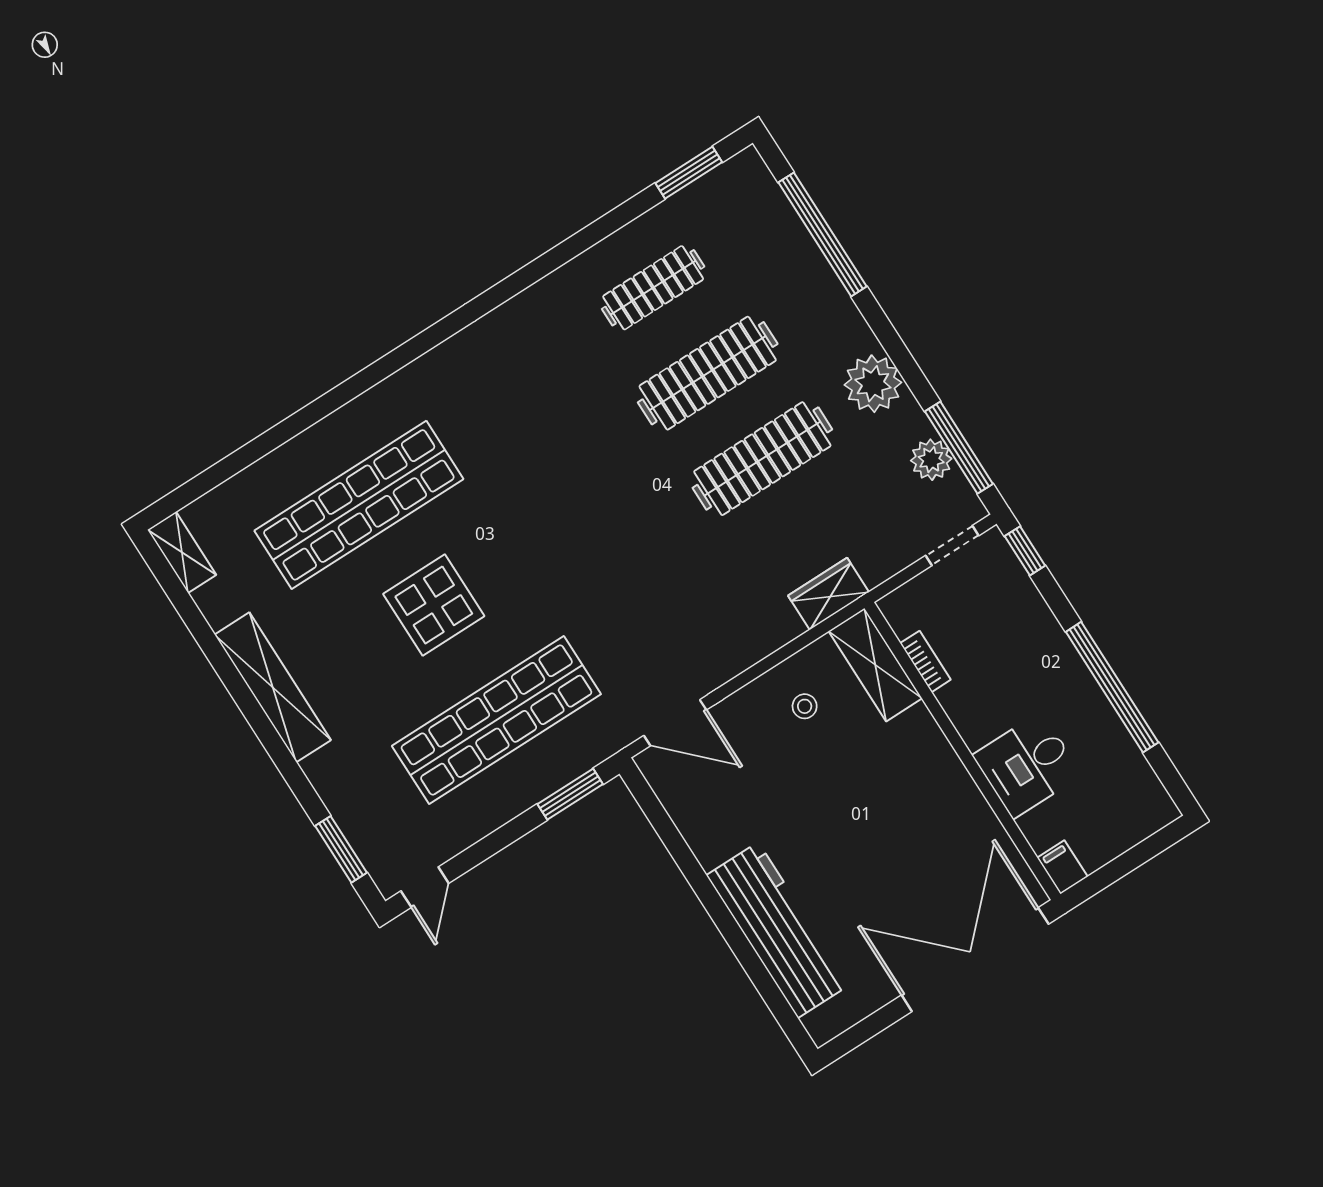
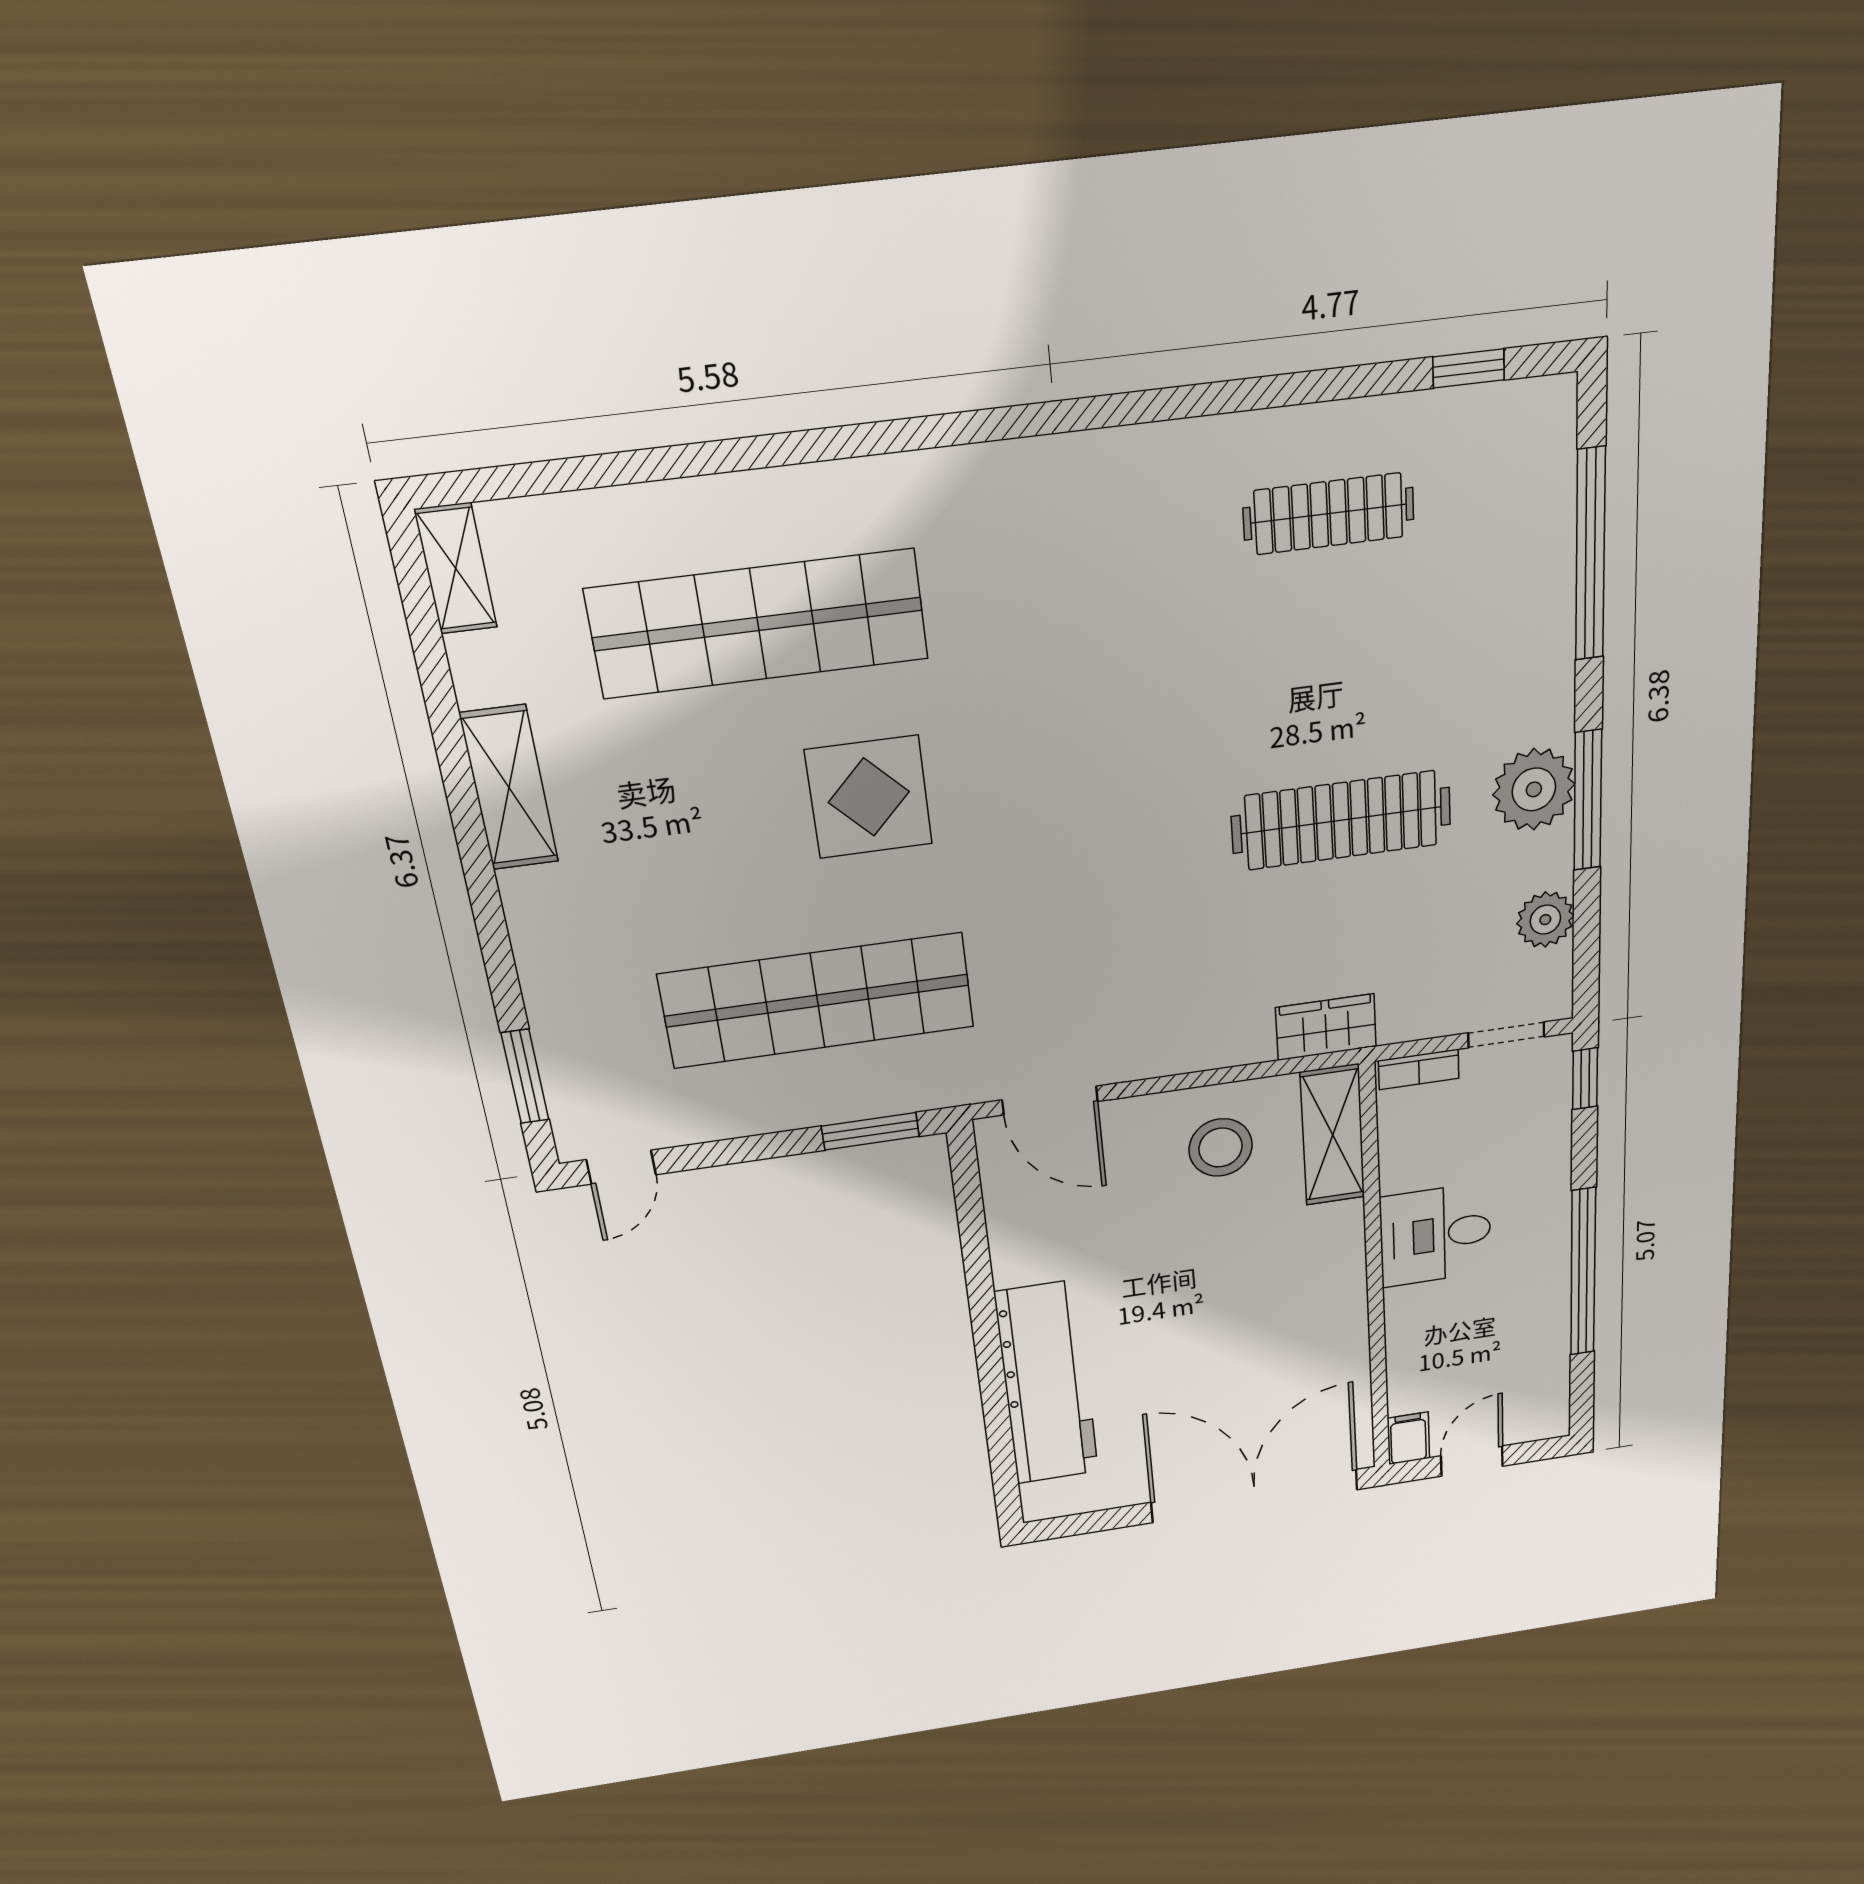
window: (689, 173) -> (1469, 368), width x0.67
clothes rail: (708, 373) -> (1335, 672), removed
window: (959, 448) -> (1588, 800), moved
display table: (434, 605) -> (869, 797), moved
bookcase: (925, 661) -> (1419, 1069), moved, turned 90
shelving: (273, 687) -> (509, 788), width x0.68
stool: (805, 706) -> (1221, 1147), width x1.89, depth x1.89
desk: (1027, 765) -> (1435, 1235), moved
door: (1121, 866) -> (1472, 1461), added

